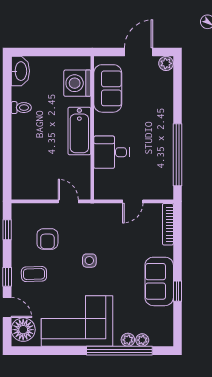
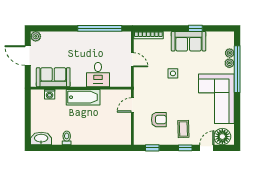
washing machine: (77, 83) -> (50, 94), width x0.53, depth x0.53
side table: (89, 261) -> (173, 73), moved

